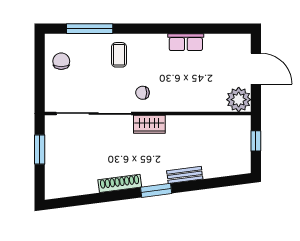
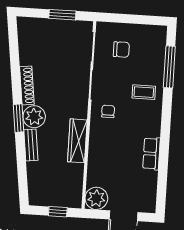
chair: (61, 61) -> (121, 49), moved
wardrobe: (149, 124) -> (77, 141), moved, width x1.50
plant: (153, 173) -> (34, 117), added

